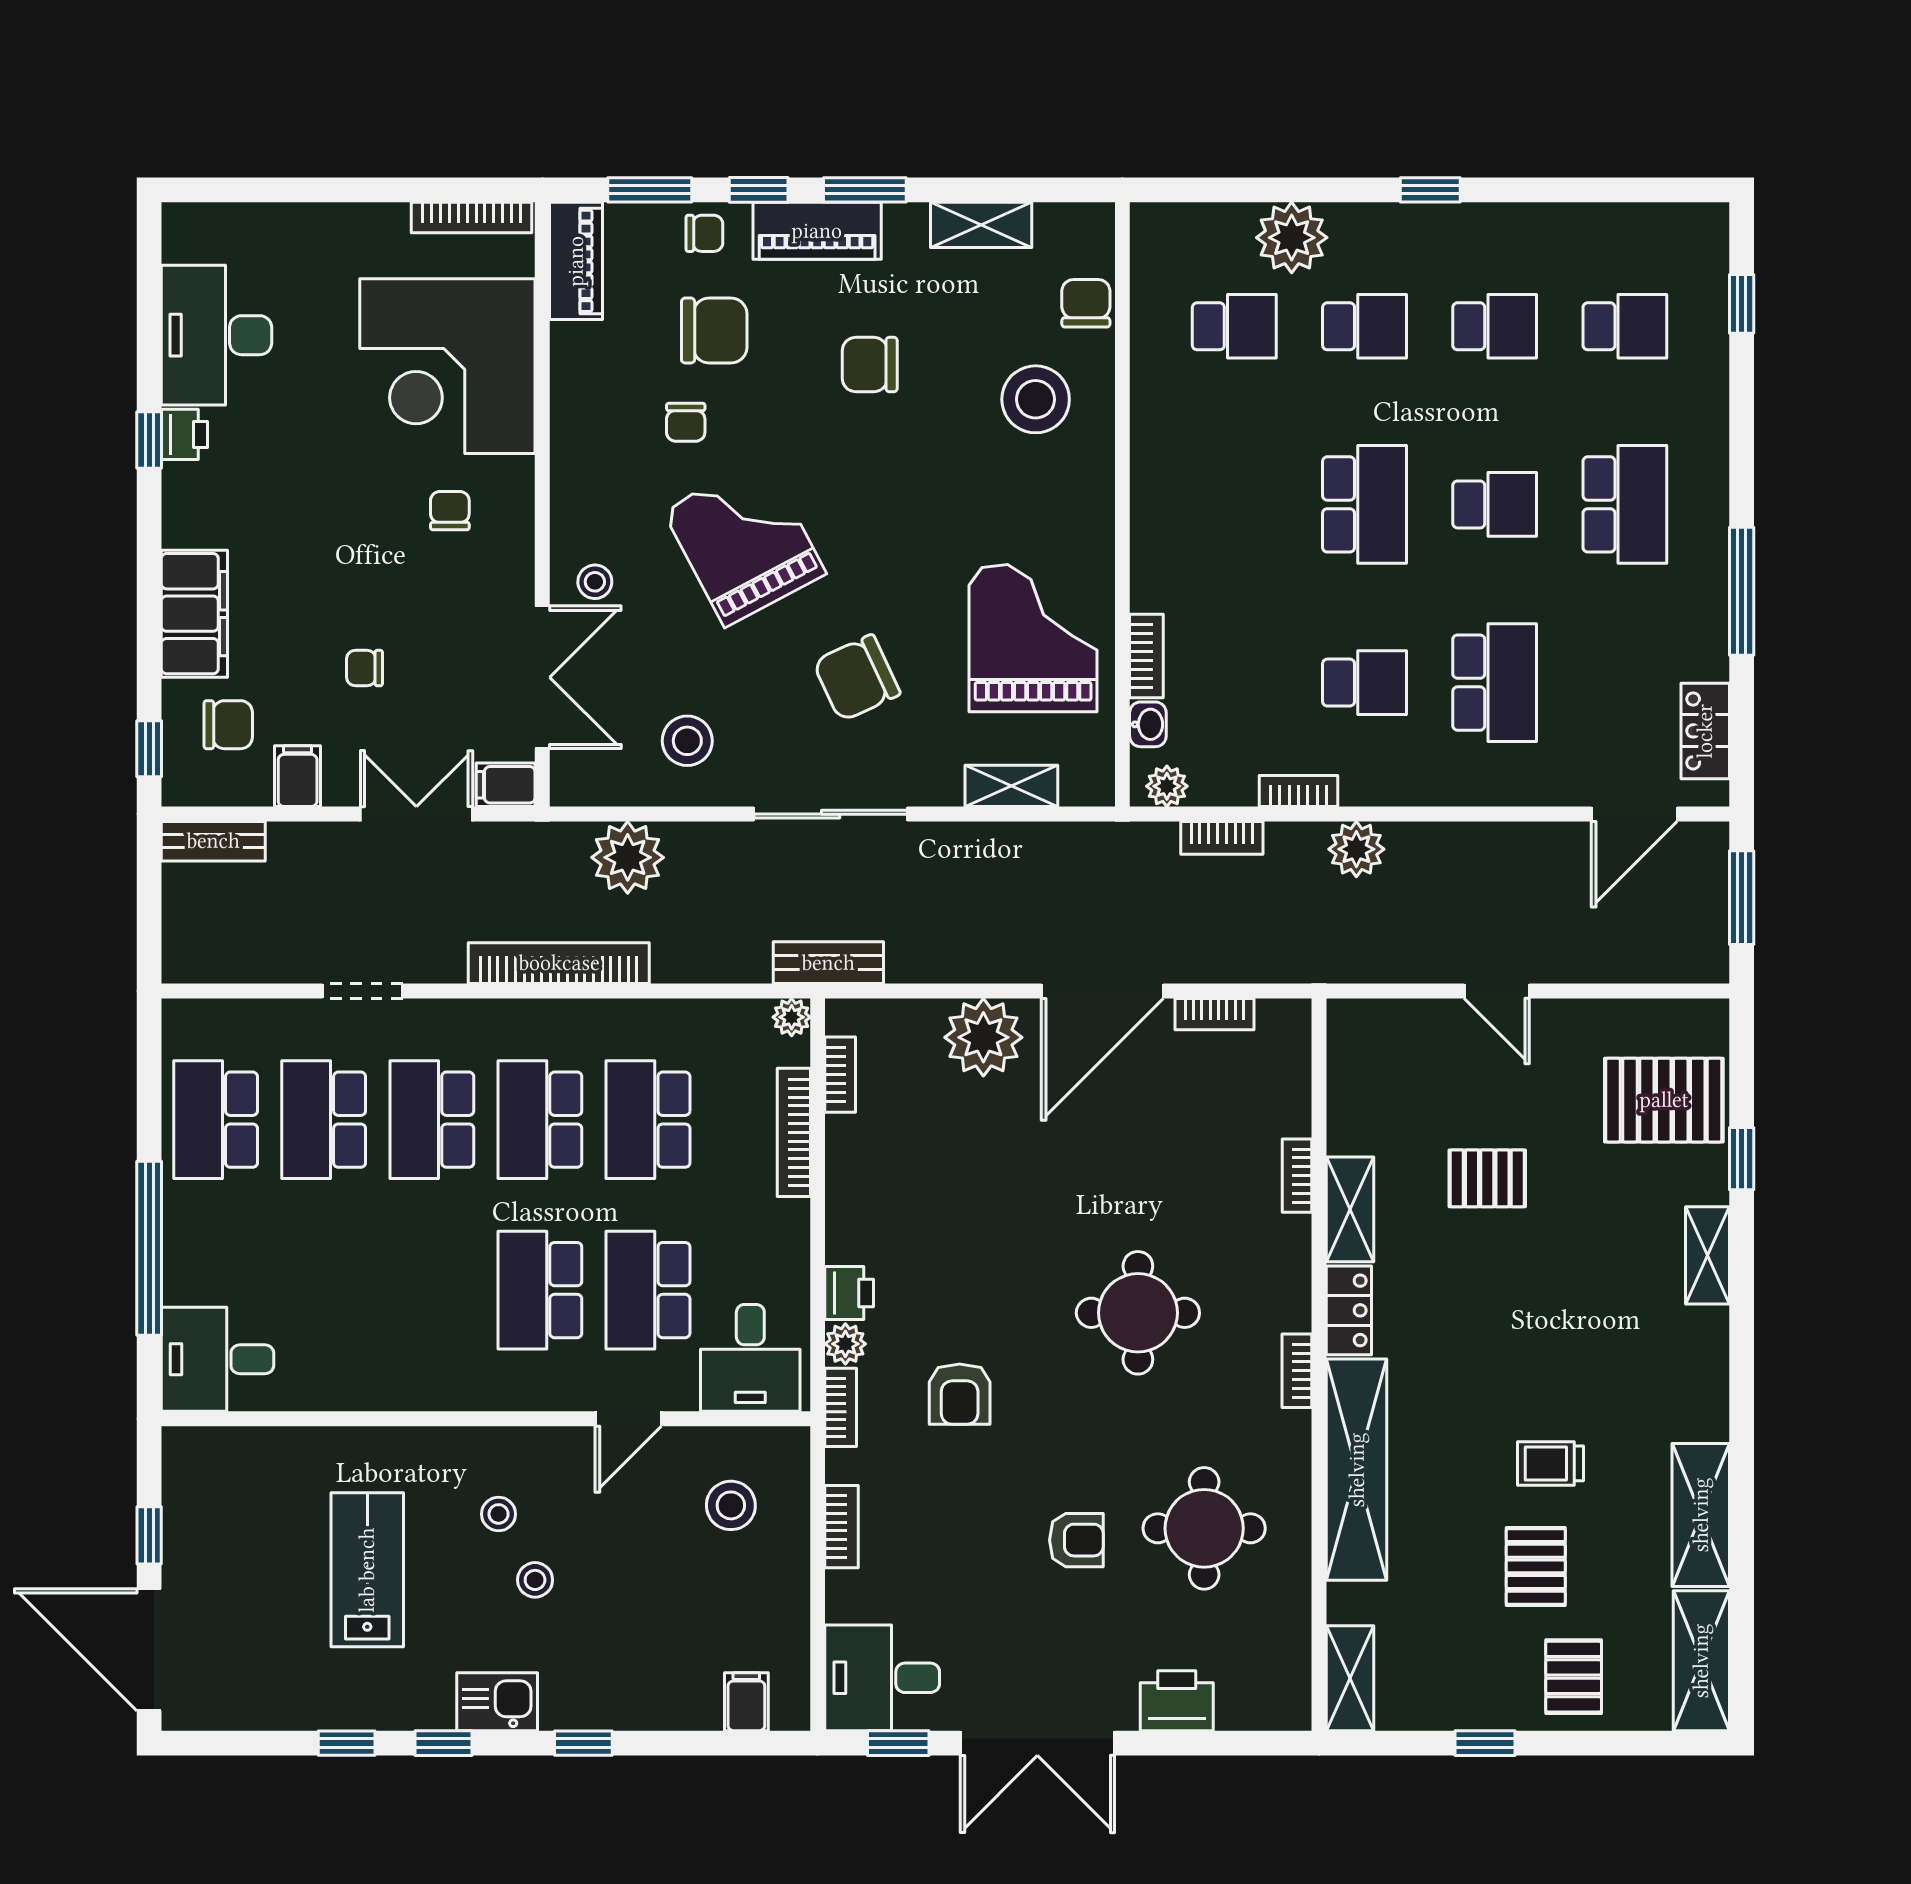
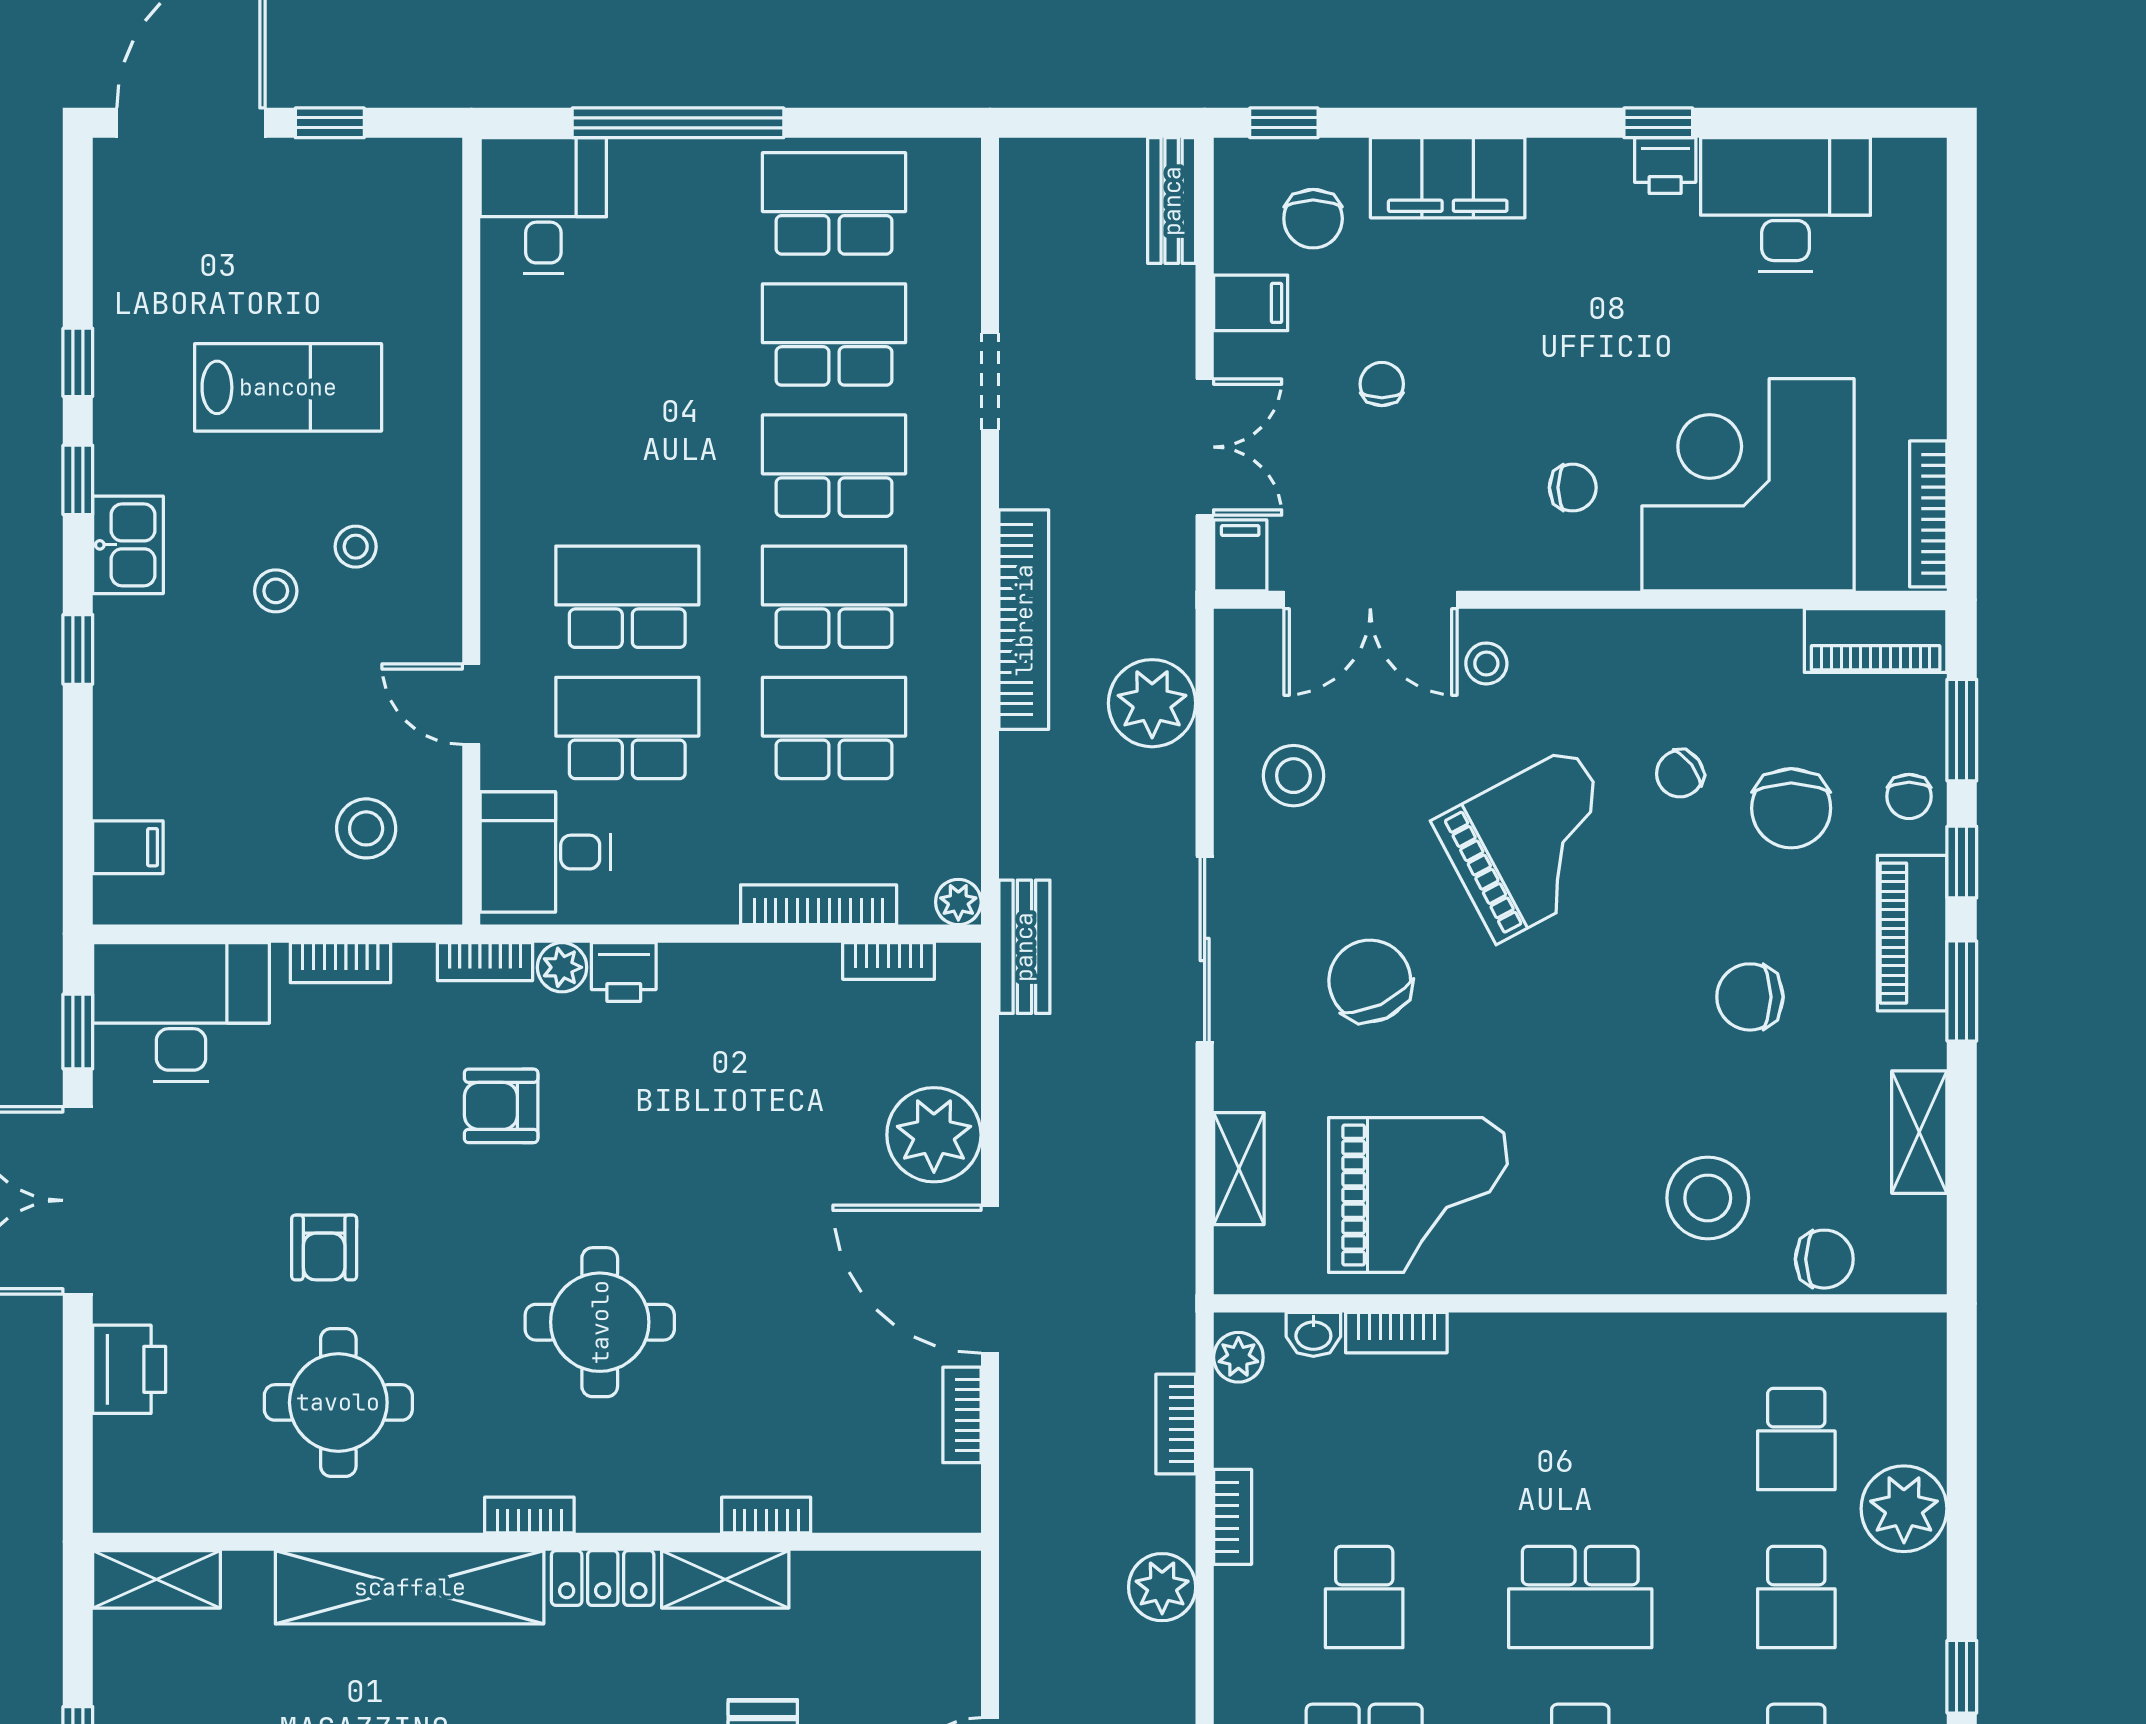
chair: (870, 365) -> (1750, 997), turned -90
chair: (686, 422) -> (1680, 774), turned -37
desk: (882, 1678) -> (181, 1012), width x1.37

